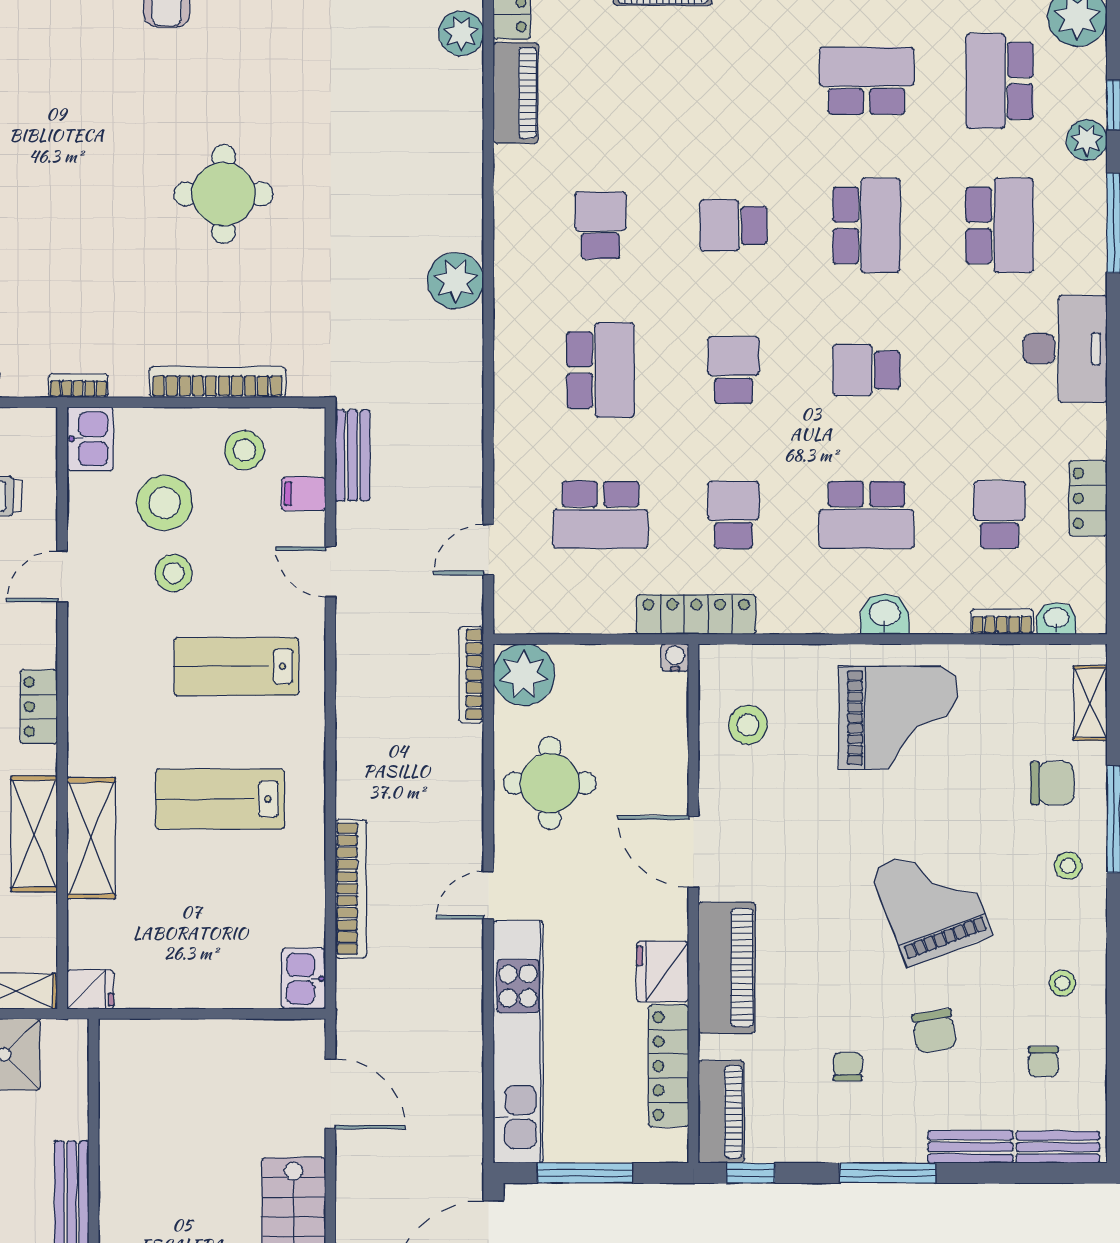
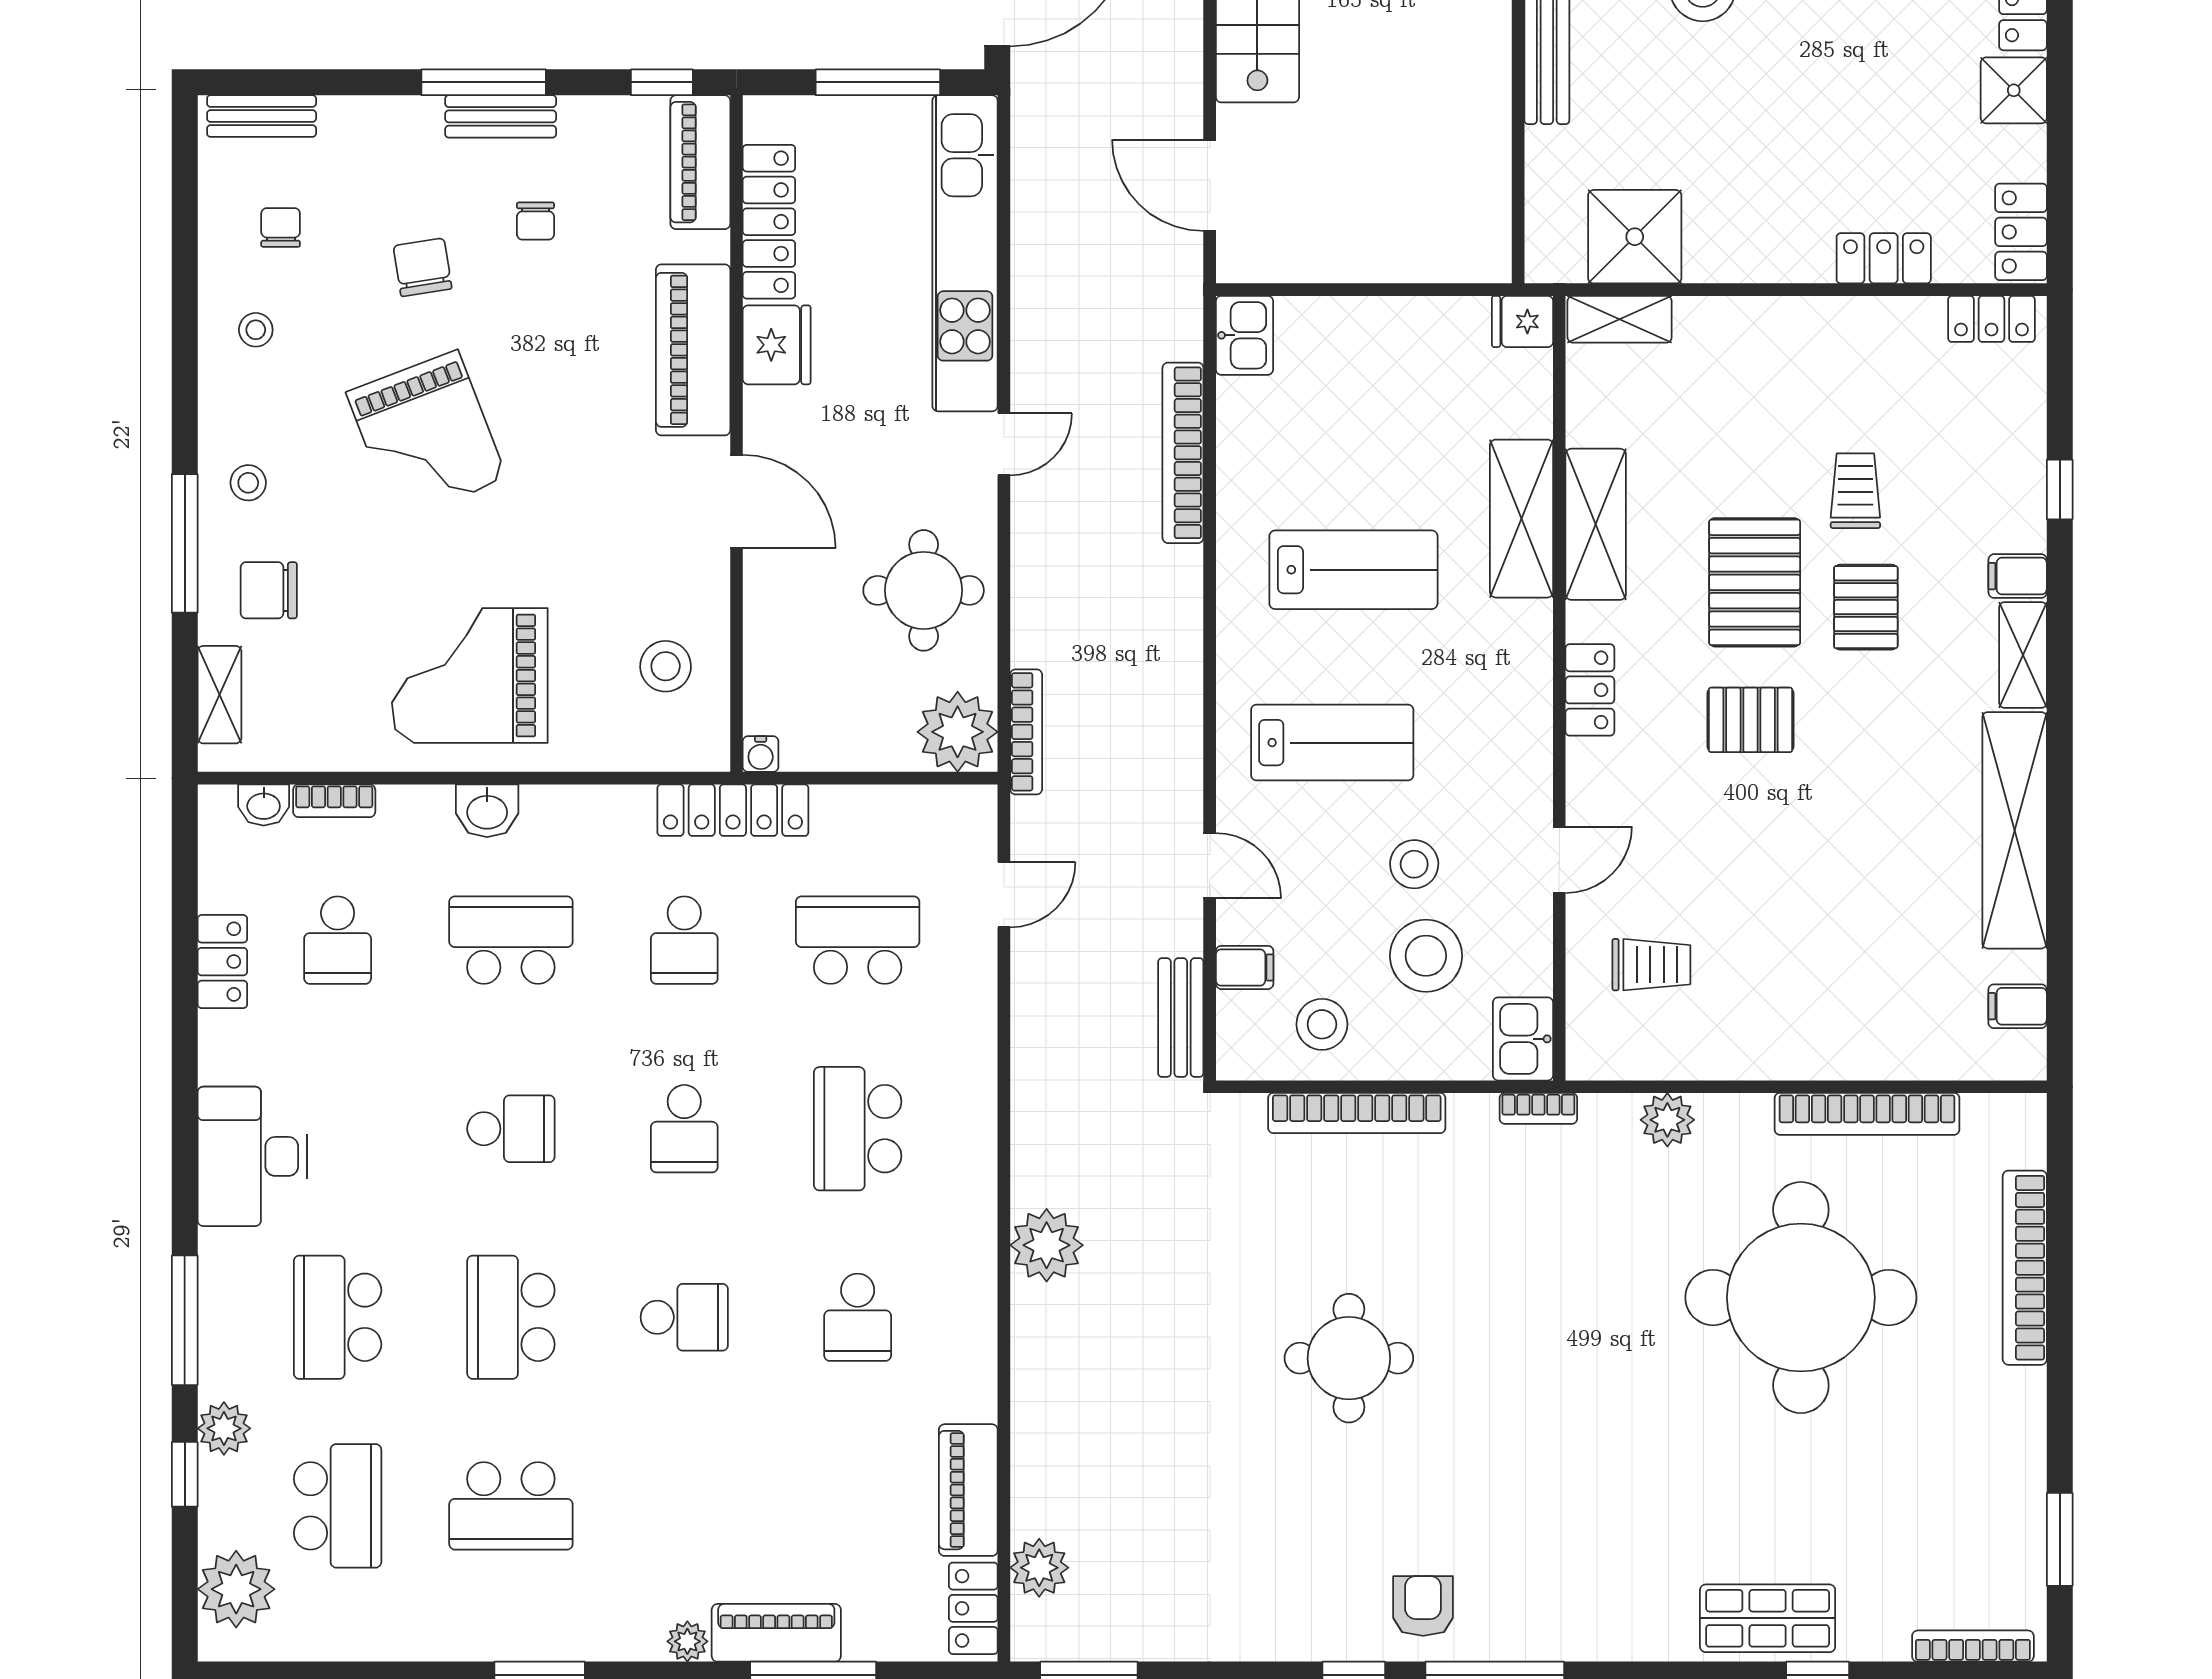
bench: (970, 1147) -> (501, 116), moved

